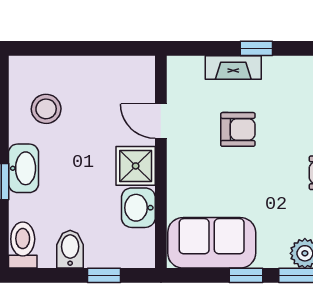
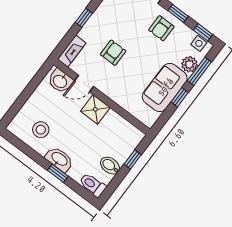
fireplace: (233, 67) -> (72, 51), moved
washbasin: (138, 208) -> (60, 81), moved
sofa: (212, 243) -> (165, 87), moved

